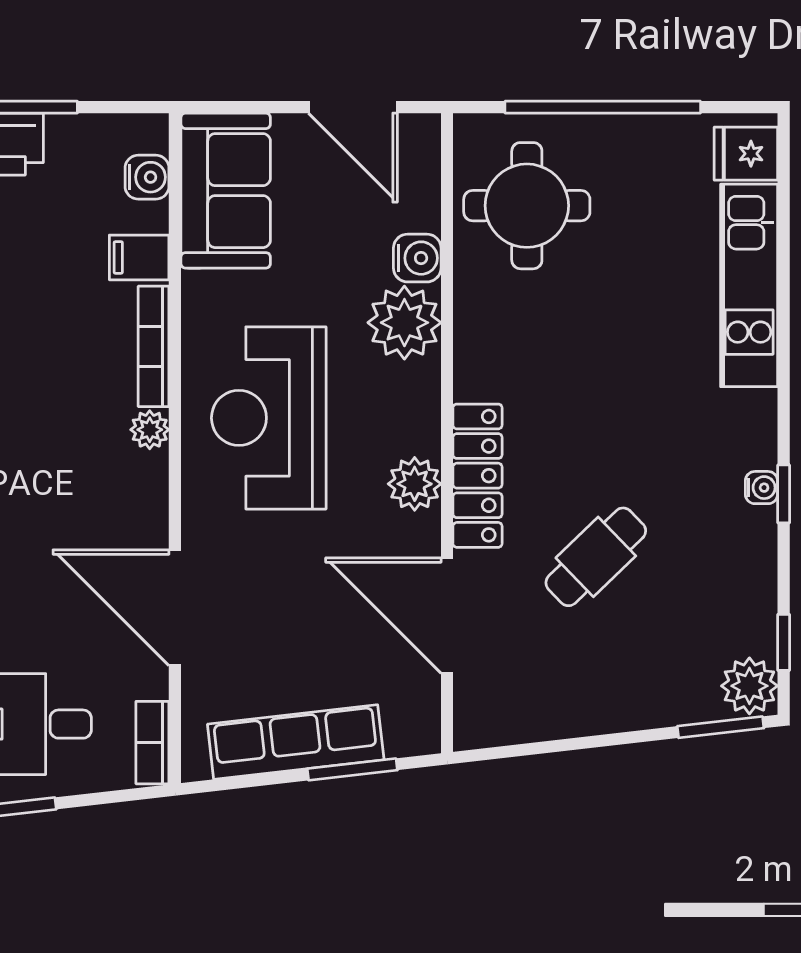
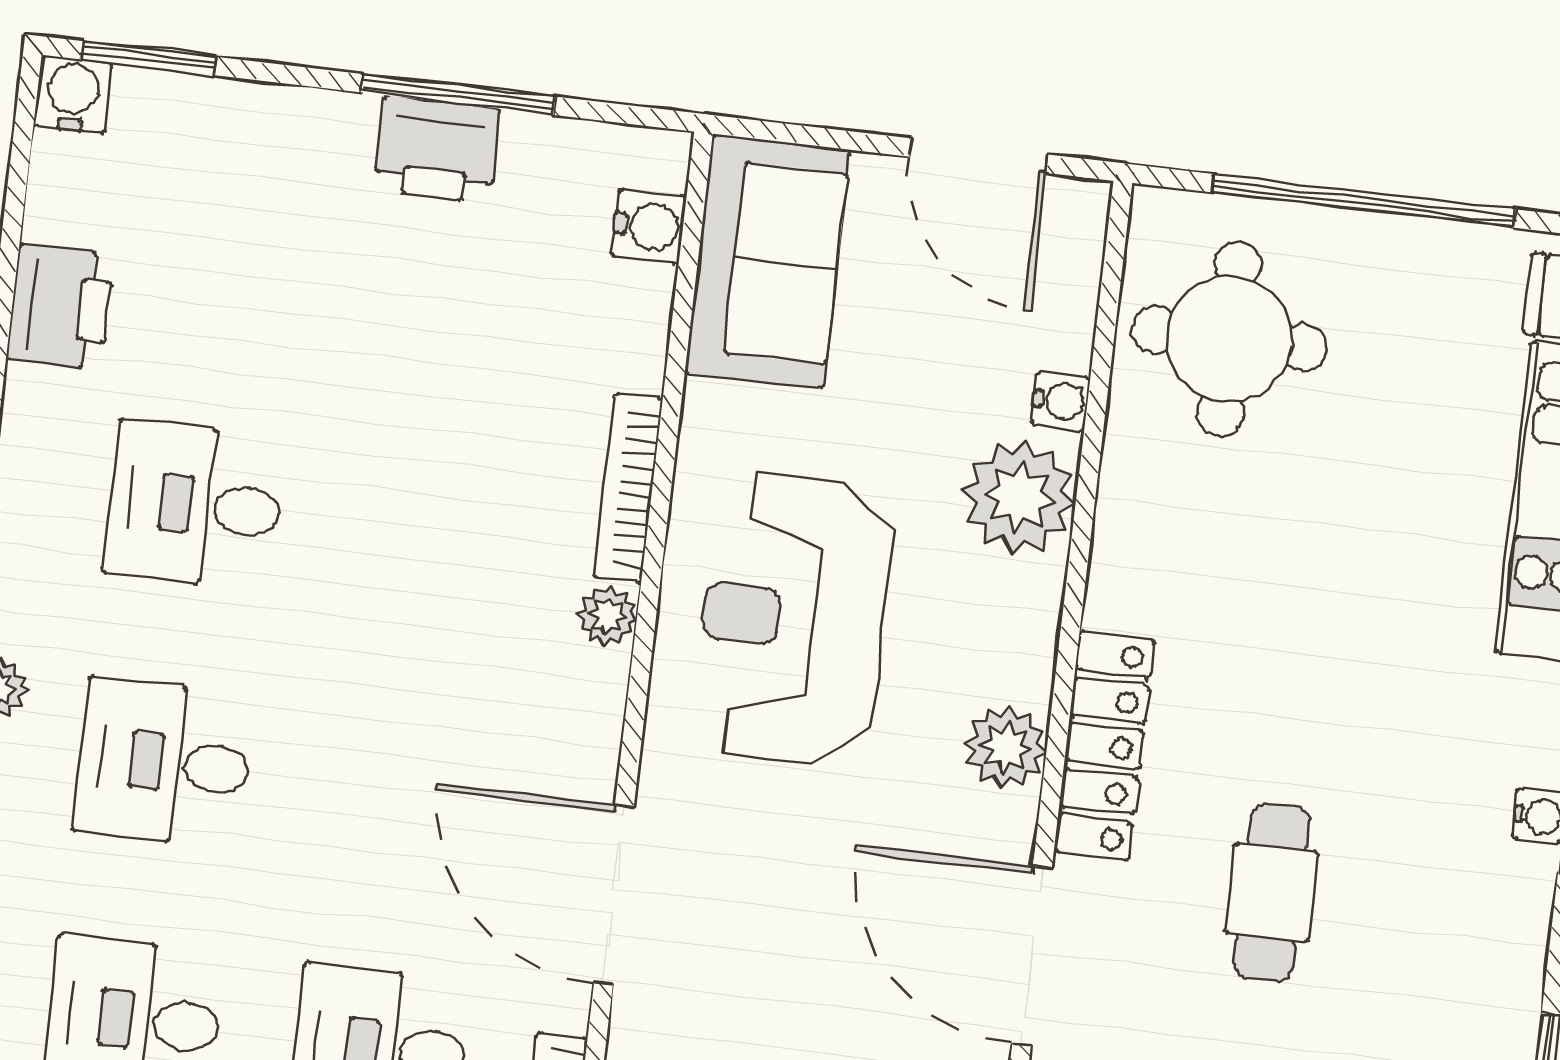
filing cabinet: (139, 257) -> (622, 349), removed
water cooler: (417, 258) -> (1061, 401), width x0.72, depth x0.72
cafe table: (596, 557) -> (1272, 893), turned -46

